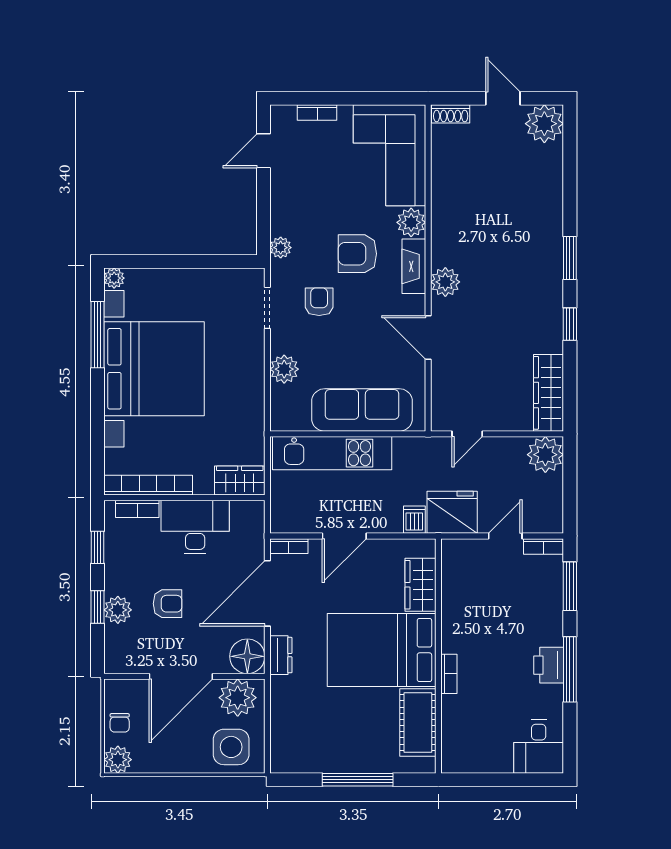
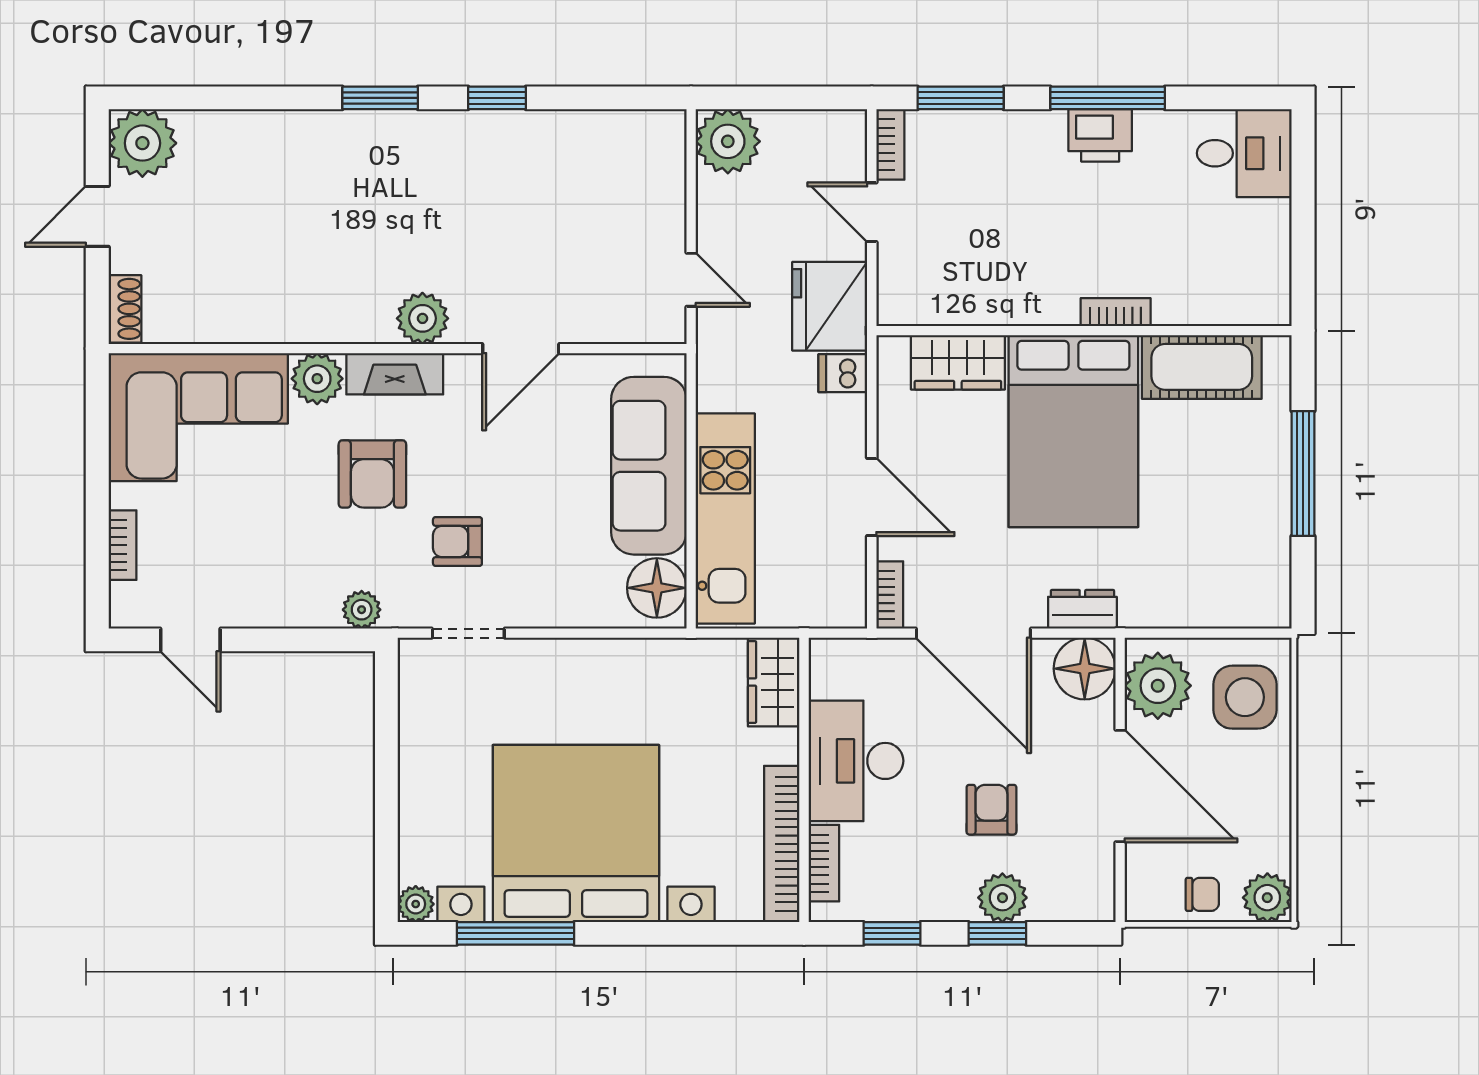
plant: (284, 369) -> (577, 603), removed
wardrobe: (549, 393) -> (619, 136), removed
floor lamp: (293, 414) -> (657, 588), added

